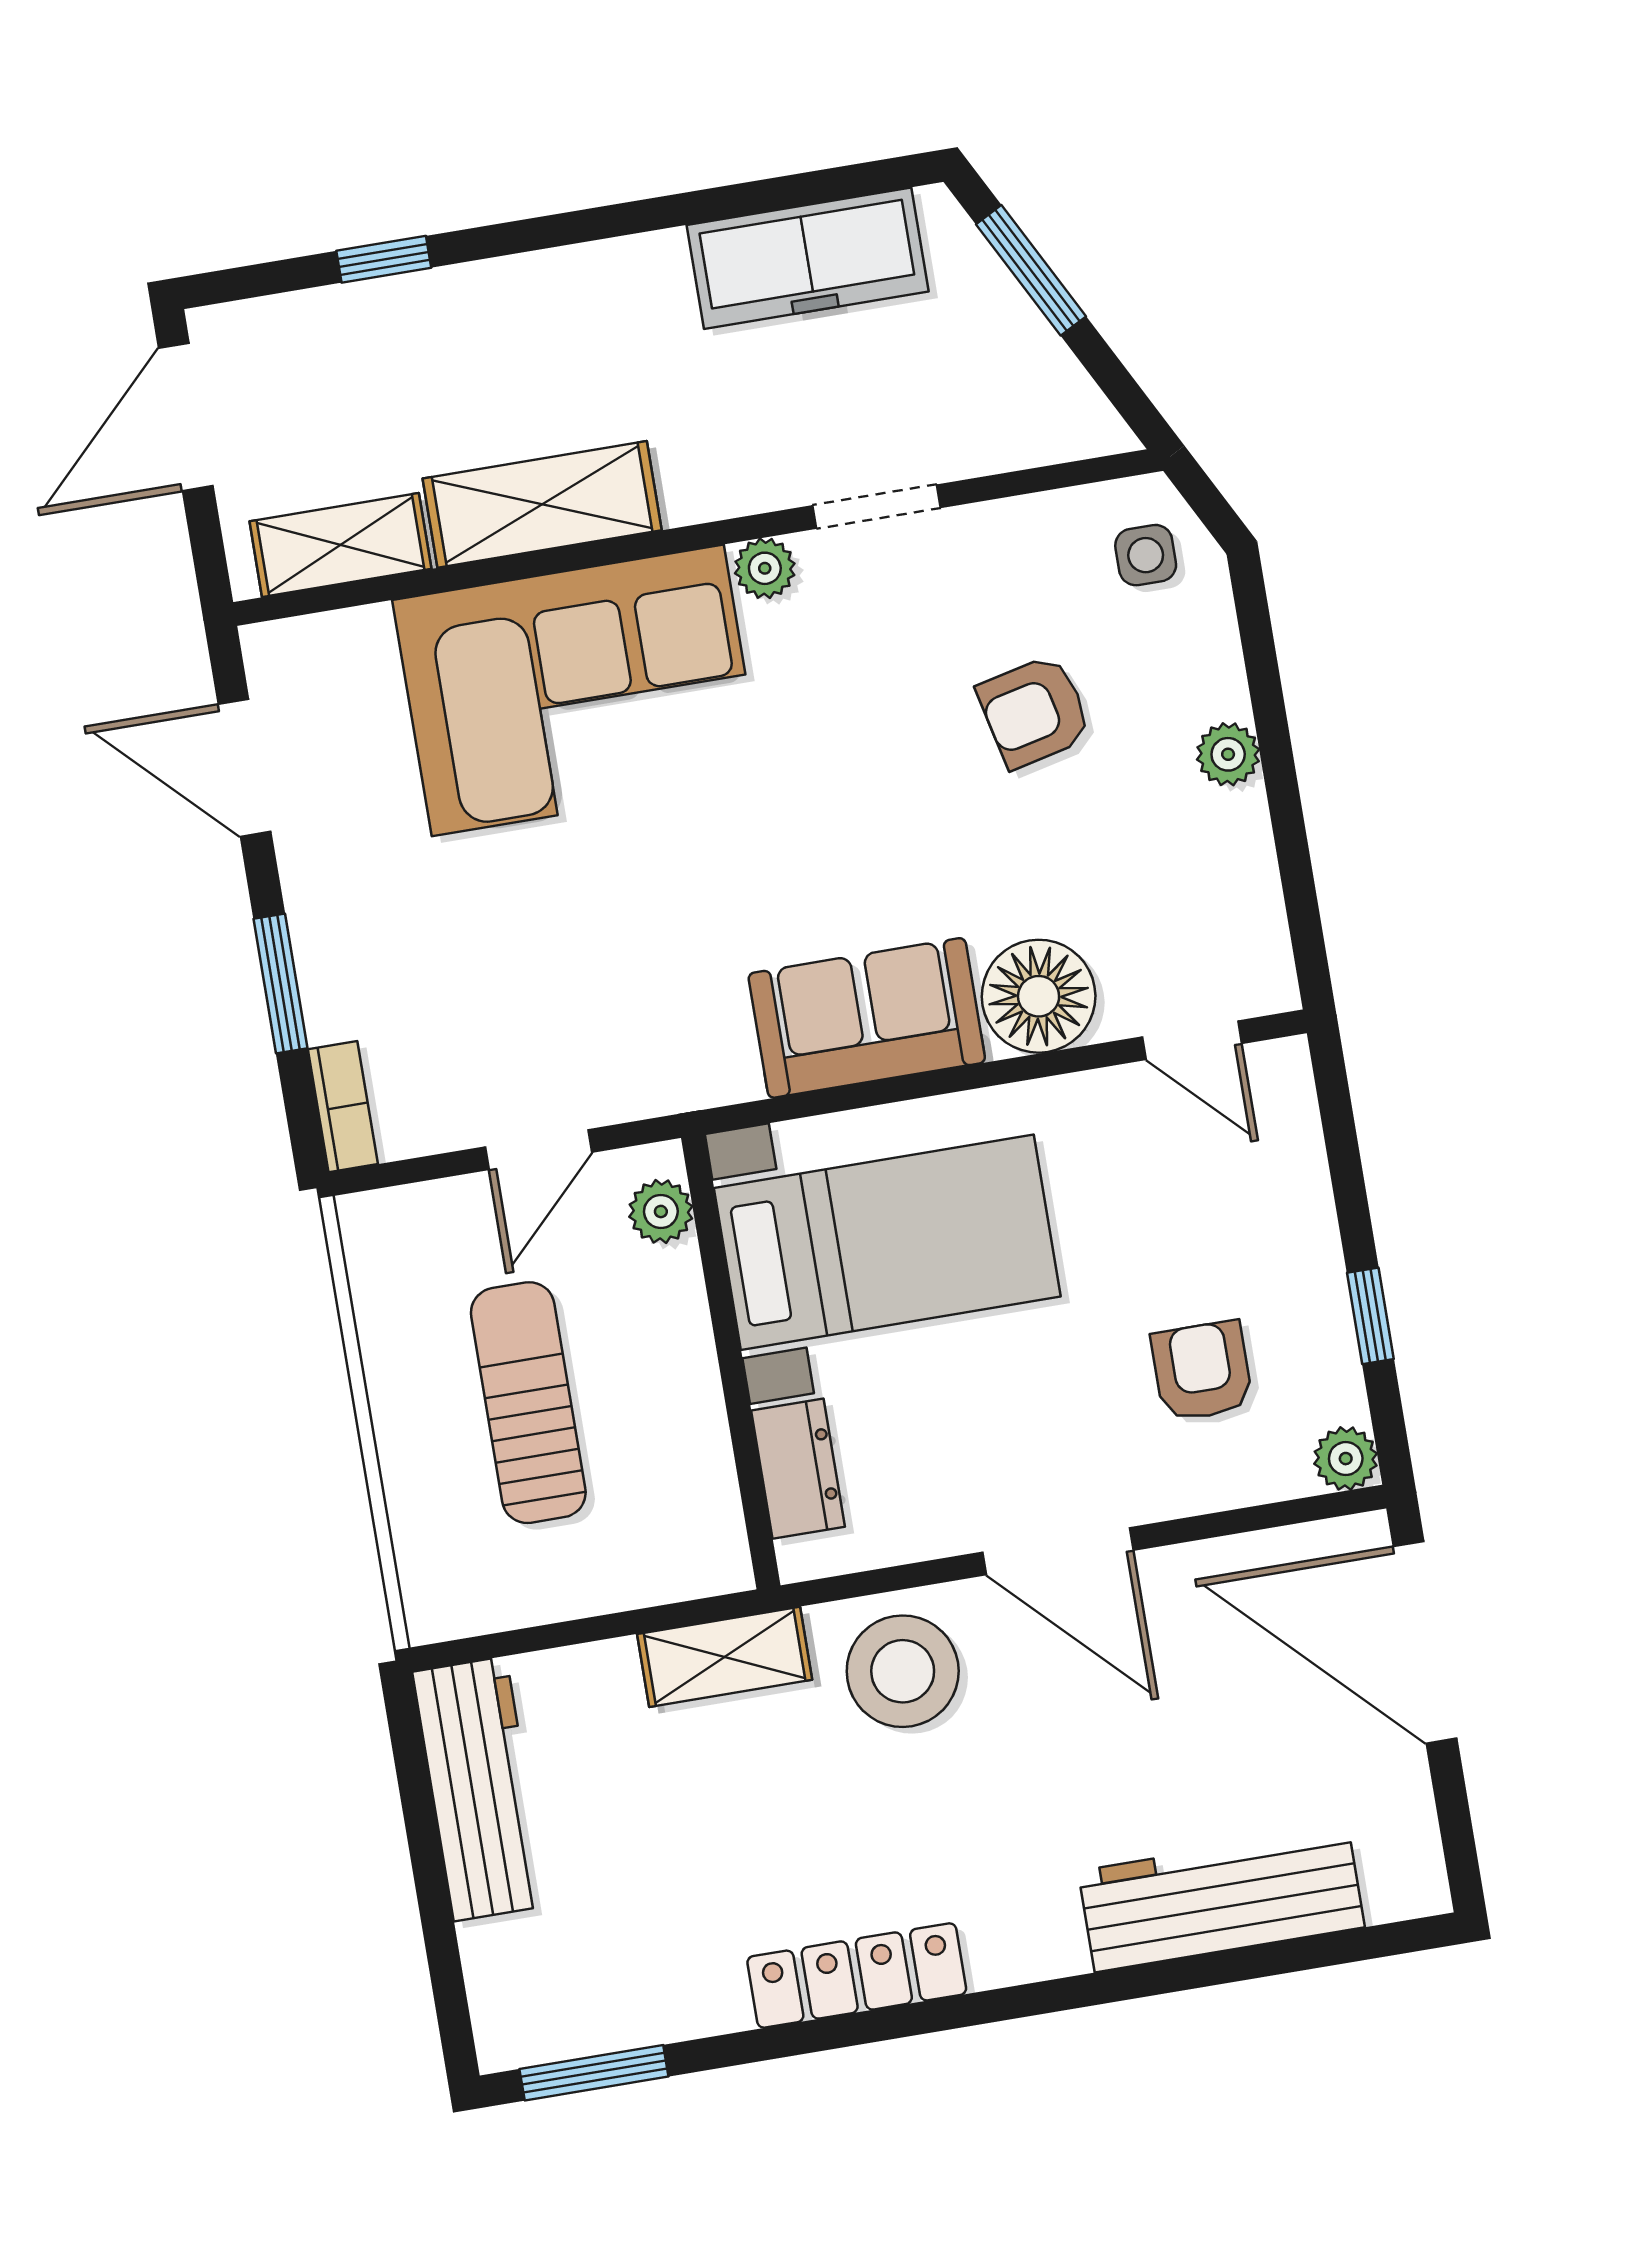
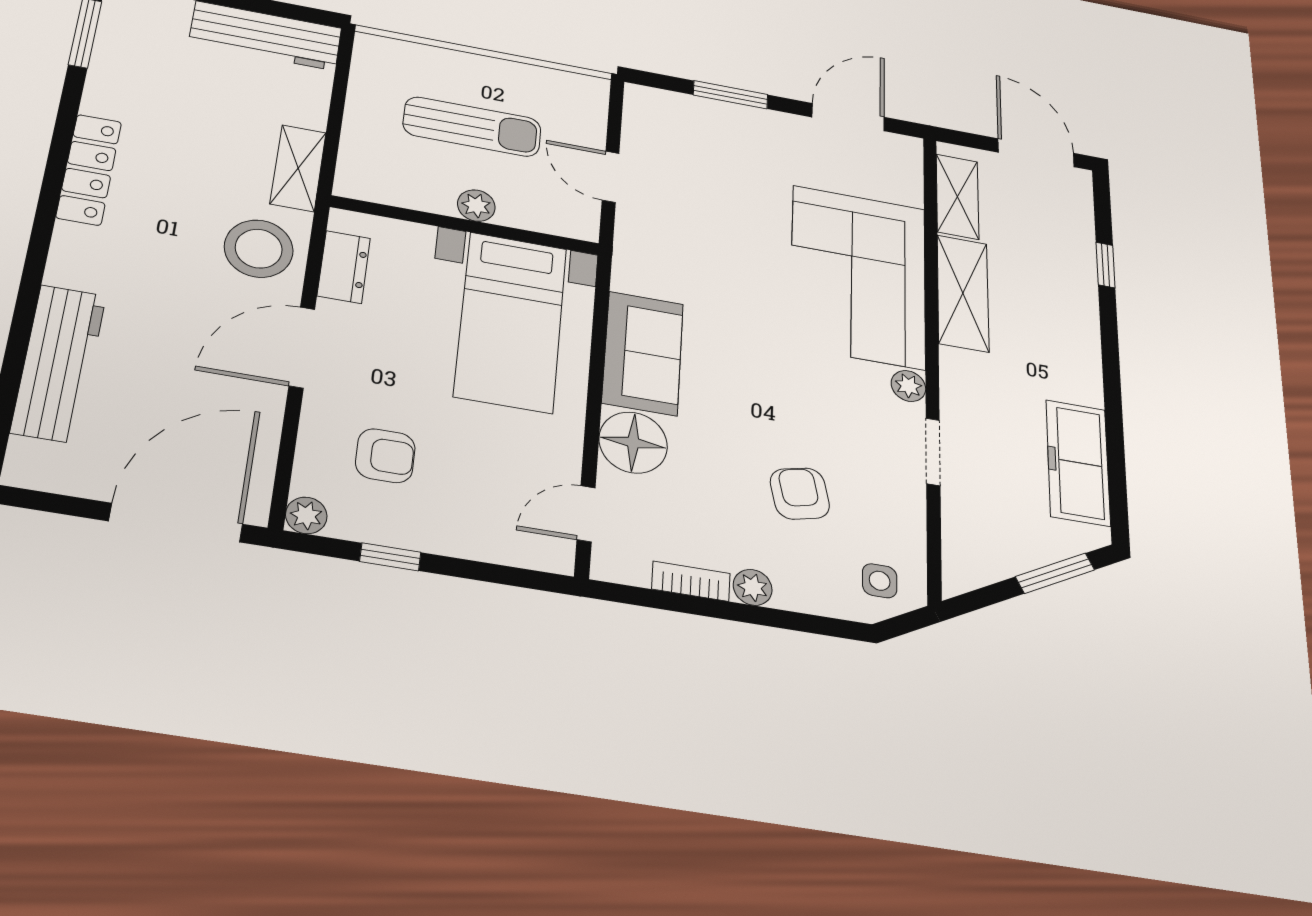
bookcase: (343, 1107) -> (691, 581), moved, turned 180
plant: (661, 1211) -> (476, 206), moved
dresser: (798, 1469) -> (344, 267), moved, turned -90

